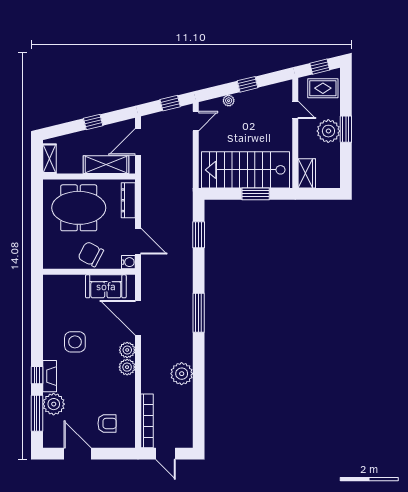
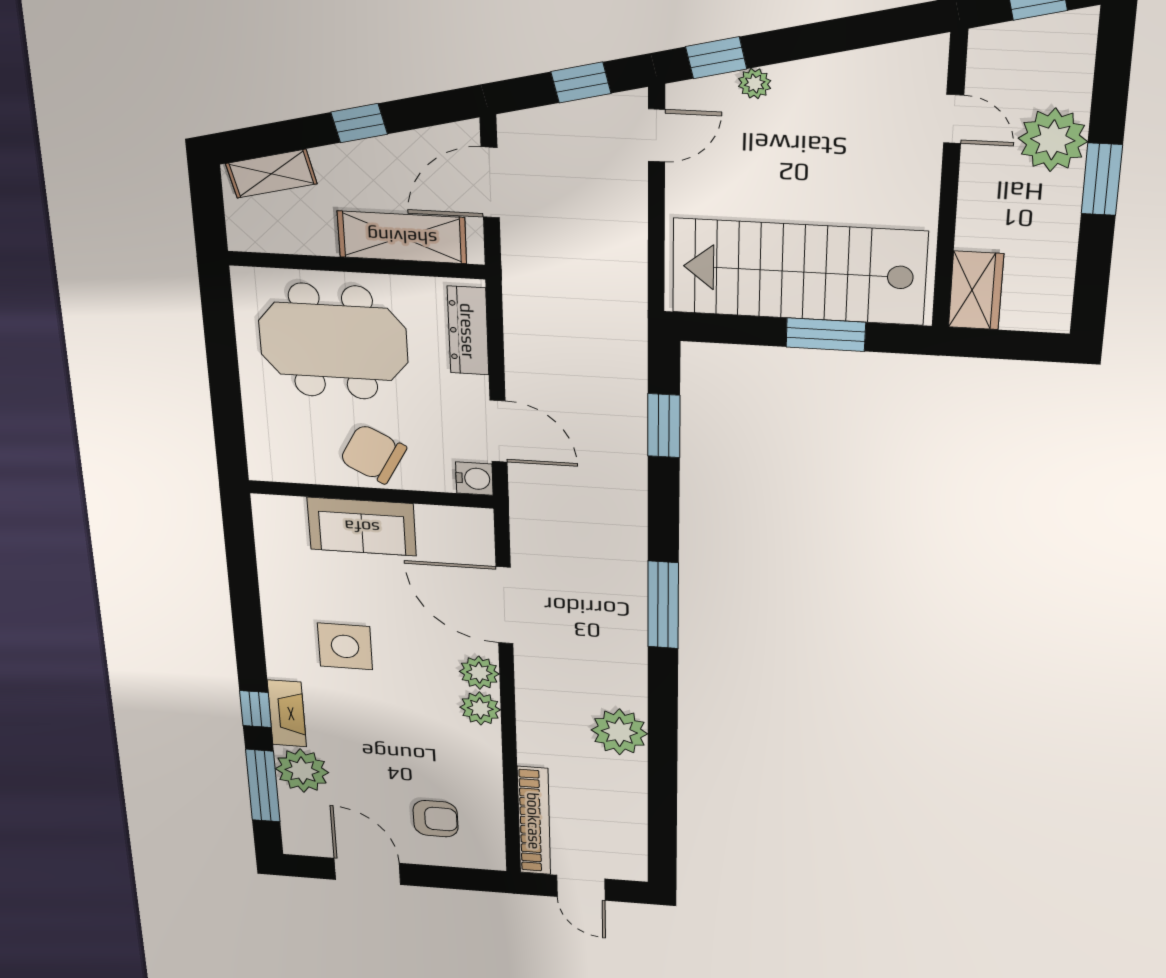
window: (247, 84) -> (716, 58), moved
rug: (323, 88) -> (1042, 62), removed
plant: (328, 131) -> (1053, 140), moved
shelving: (49, 159) -> (271, 174), moved, turned 76
sofa: (106, 286) -> (362, 527), moved

